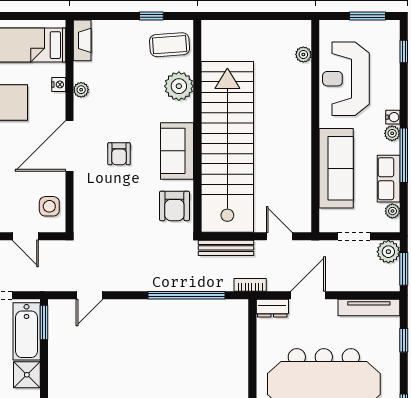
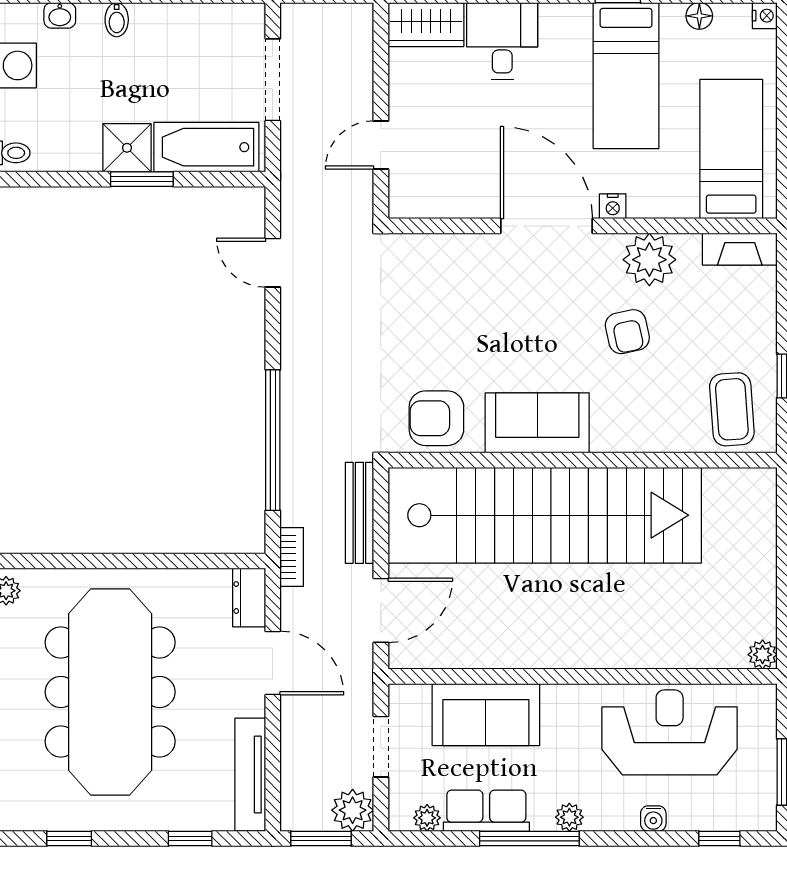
plant: (303, 54) -> (763, 655), moved
nightstand: (59, 84) -> (613, 206), moved
plant: (179, 86) -> (656, 426), removed
plant: (81, 90) -> (649, 260), width x1.88, depth x1.88
water cooler: (393, 117) -> (653, 819), moved
armchair: (119, 154) -> (627, 332), moved, turned -102
sofa: (336, 168) -> (486, 715), width x0.73
side table: (49, 206) -> (436, 189), removed
door: (279, 236) -> (381, 610), width x1.38
window: (44, 322) -> (142, 179), moved

